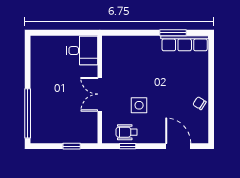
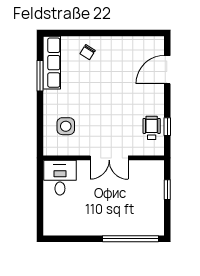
chair: (199, 103) -> (88, 52), moved
side table: (139, 105) -> (66, 126), moved
wheelchair: (127, 132) -> (152, 128), turned 180

